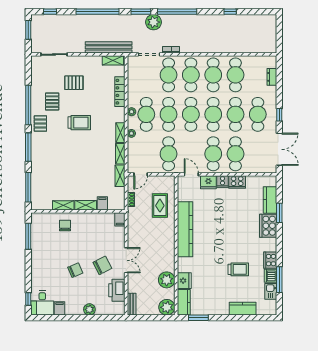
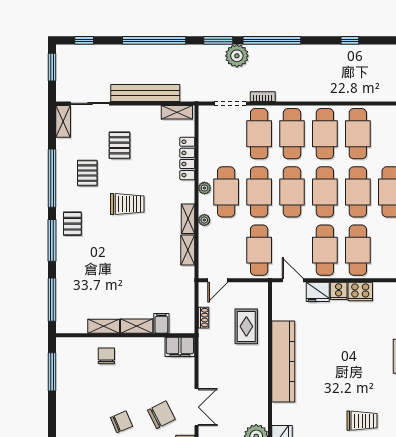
bench: (109, 47) -> (145, 93), moved
pallet: (74, 83) -> (119, 145), turned 90
pallet: (40, 123) -> (72, 224), moved
shelving: (120, 176) -> (63, 121), moved
filing cabinet: (120, 219) -> (180, 347), width x2.00

